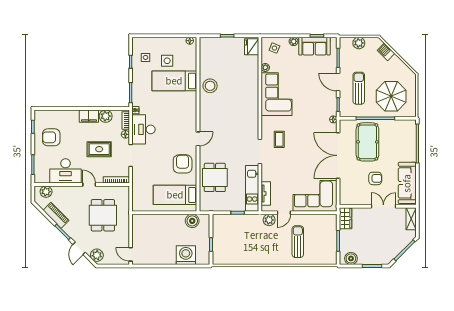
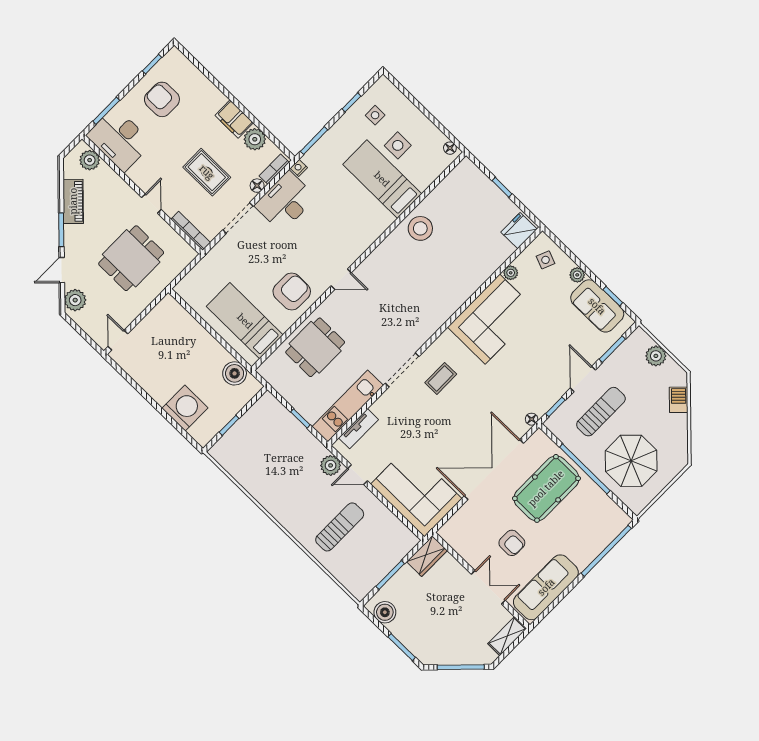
desk: (66, 171) -> (119, 139), moved

